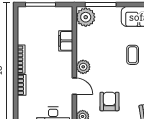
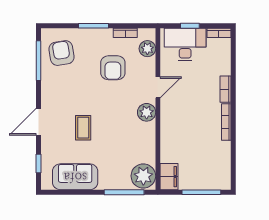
filing cabinet: (66, 41) -> (169, 177), moved
door: (74, 86) -> (158, 87), swing flipped

